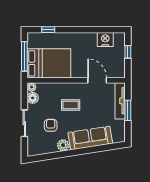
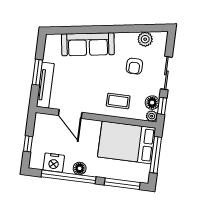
window: (48, 30) -> (122, 184), width x2.17
window: (92, 30) -> (69, 177), added
floor lamp: (84, 38) -> (80, 168), added
window: (24, 96) -> (162, 106), added
coffee table: (71, 105) -> (118, 101), moved
plant: (63, 145) -> (145, 39), moved

